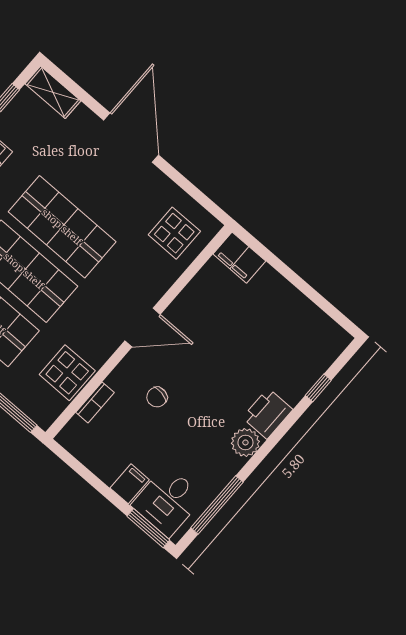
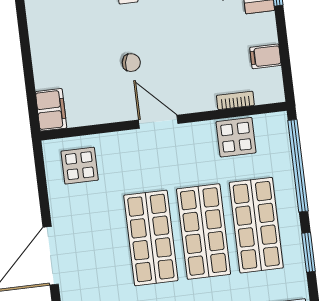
chair: (157, 397) -> (131, 63), moved
filing cabinet: (130, 484) -> (265, 56), moved

